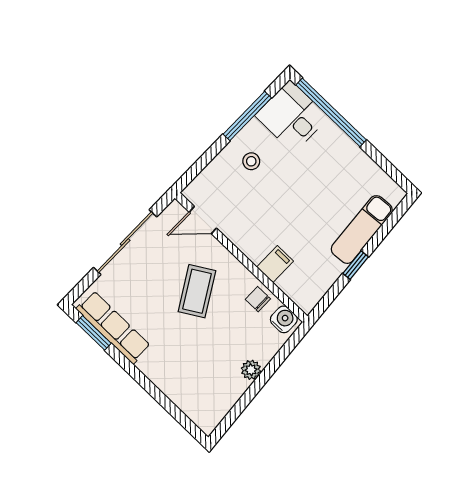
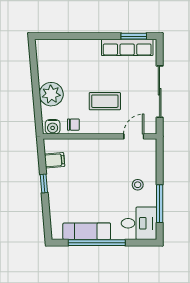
window: (331, 112) -> (97, 243), moved
exam couch: (362, 230) -> (87, 231), moved, turned -85
filing cabinet: (275, 264) -> (54, 160), moved, turned -95
coffee table: (197, 291) -> (105, 101), turned -59
plant: (251, 370) -> (51, 94), width x1.88, depth x1.88

